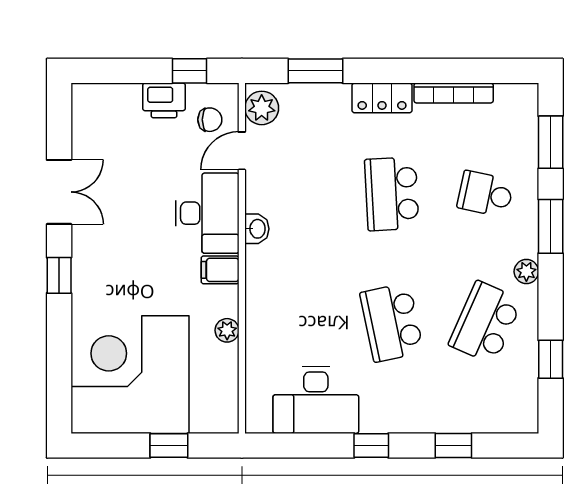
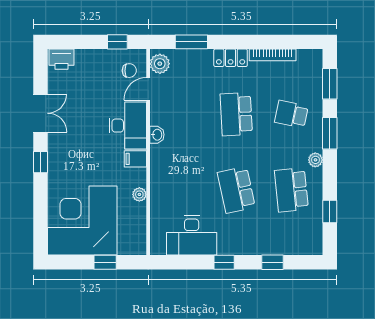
printer: (164, 100) -> (61, 59), moved
school desk: (485, 322) -> (291, 190), turned -30

